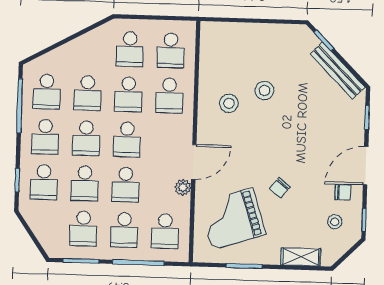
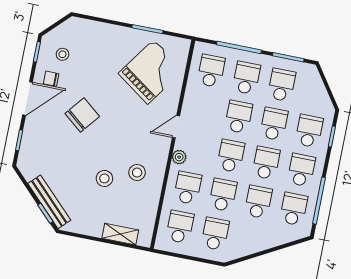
bench: (338, 71) -> (49, 202), moved
door: (194, 162) -> (176, 127), width x0.73
plant: (183, 187) -> (179, 157), moved
chair: (280, 188) -> (82, 115), moved, width x1.87, depth x1.87
grand piano: (232, 219) -> (151, 72), turned -37
shelving: (301, 257) -> (120, 234), moved

